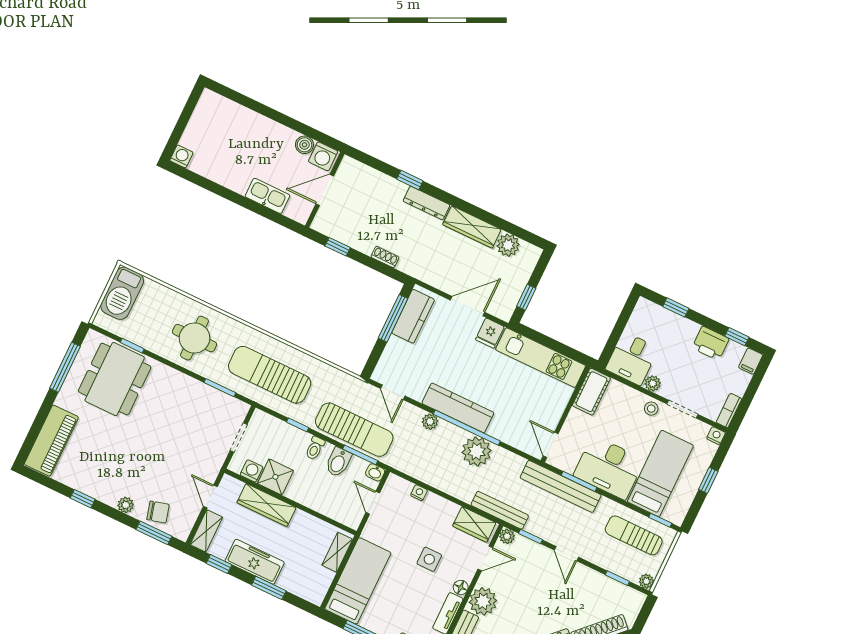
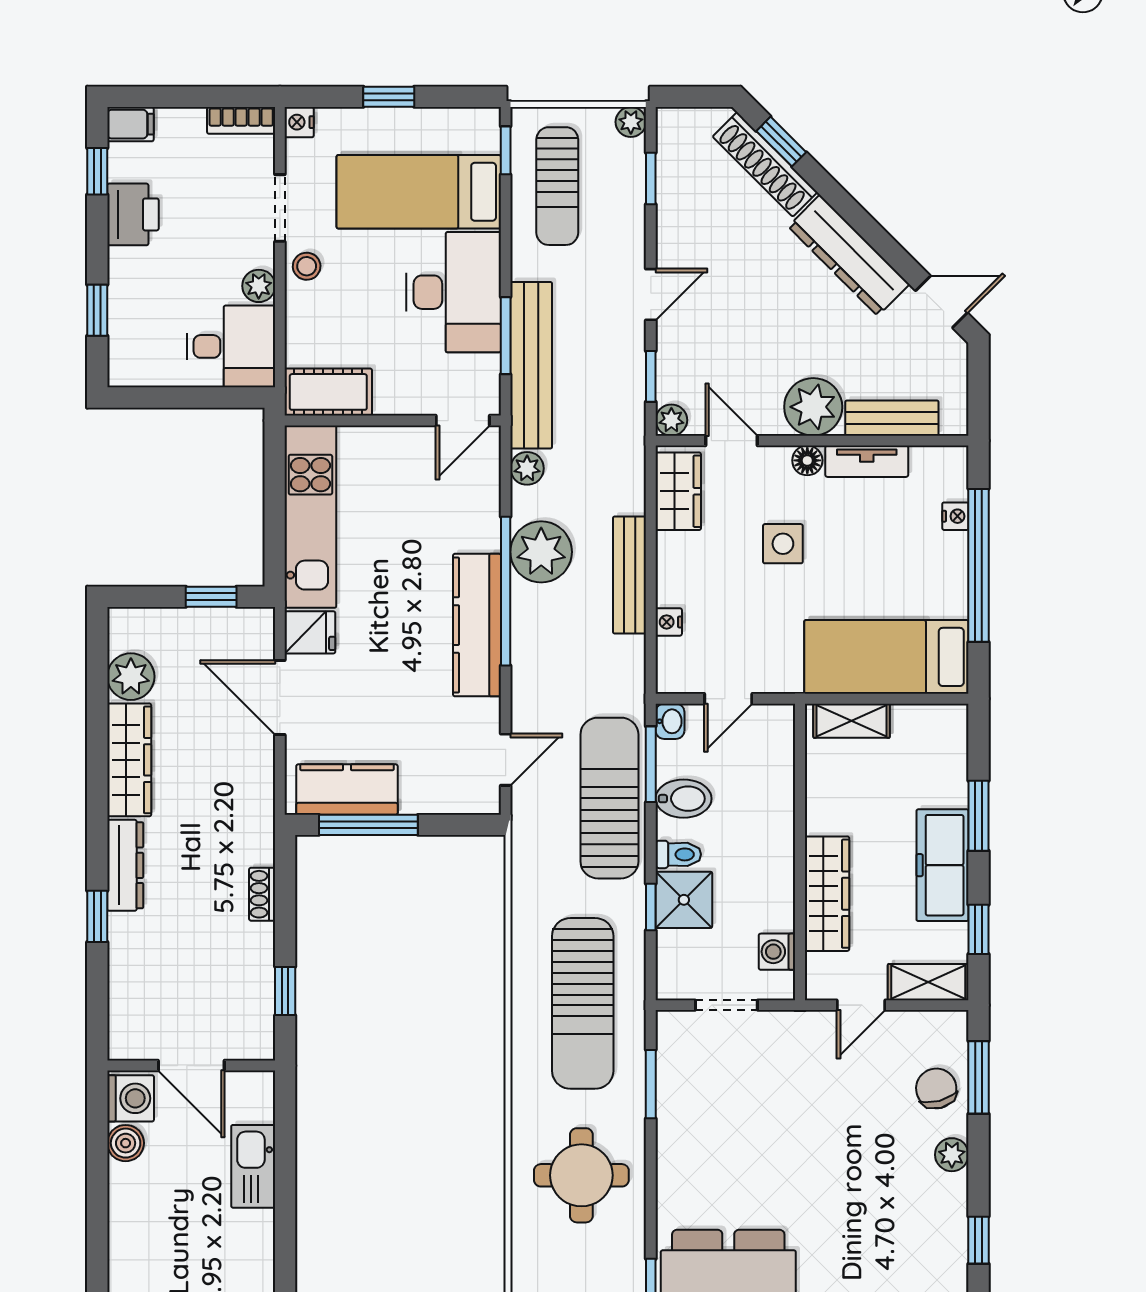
plant: (430, 422) -> (527, 468), moved
shower: (275, 477) -> (684, 900), moved
bench: (500, 510) -> (630, 575), moved

